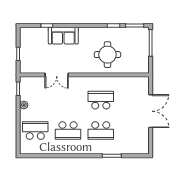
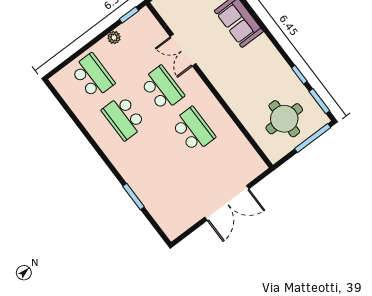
round table: (107, 55) -> (284, 119), moved
school desk: (101, 131) -> (162, 88), moved, turned 180

